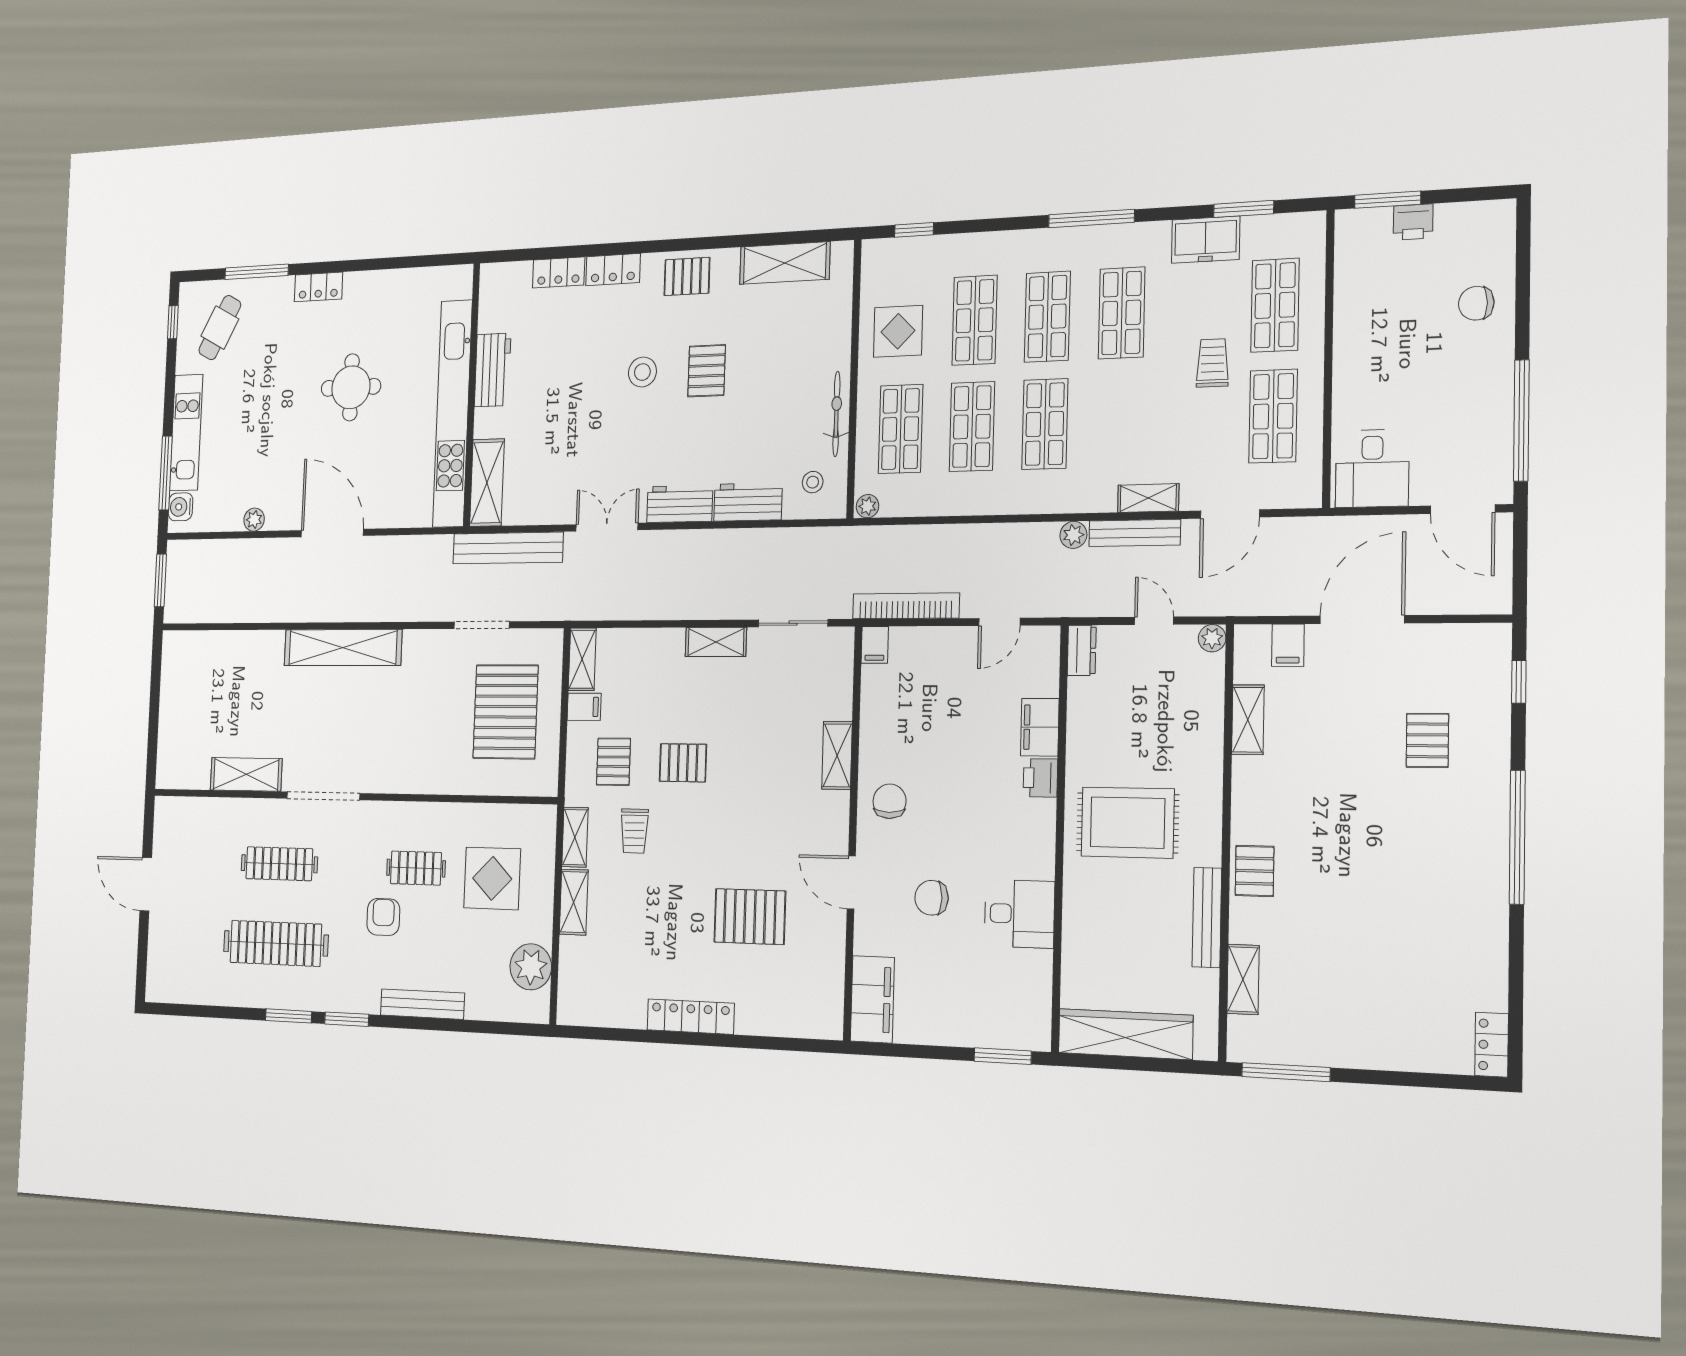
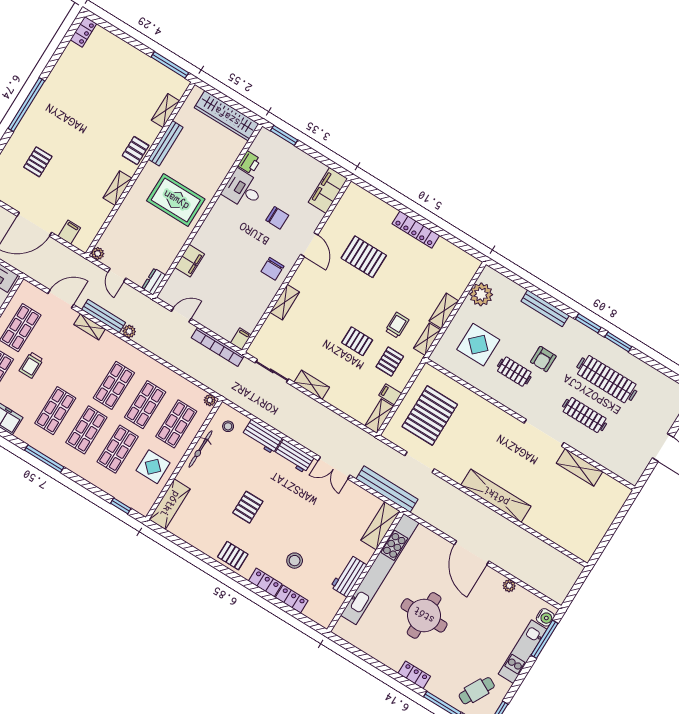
shelving: (785, 263) -> (170, 504), moved, turned 90
stool: (642, 372) -> (295, 561), moved
round table: (351, 387) -> (424, 615), width x1.36, depth x1.36
window: (160, 580) -> (576, 589), removed
shelving: (1248, 720) -> (117, 188), moved
printer: (1040, 778) -> (249, 162), moved

